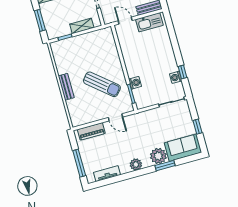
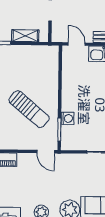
door: (115, 117) -> (46, 152), moved

